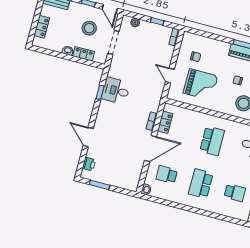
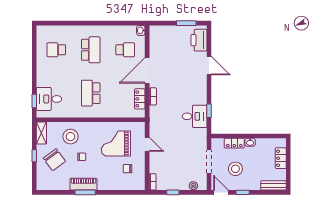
printer: (89, 164) -> (199, 40), width x1.87, depth x1.48

